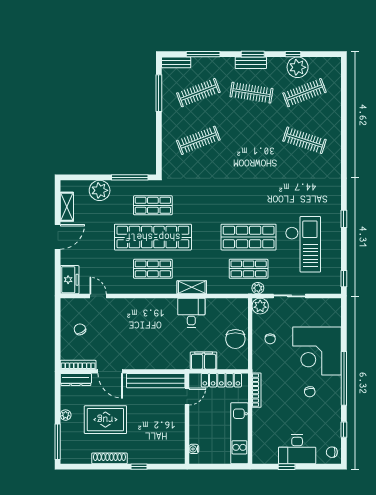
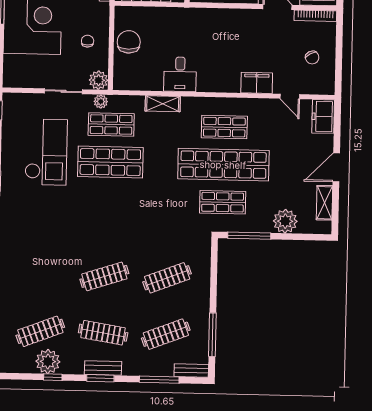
clothes rail: (304, 140) -> (104, 276), moved, turned -36
checkout: (303, 244) -> (46, 152), turned 180
shelving: (192, 287) -> (163, 104), moved
filing cabinet: (204, 361) -> (257, 83), moved, turned 180

